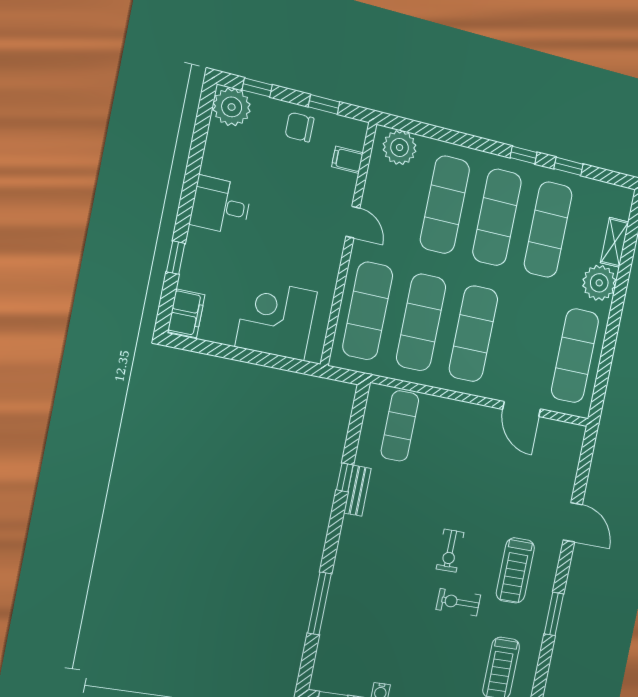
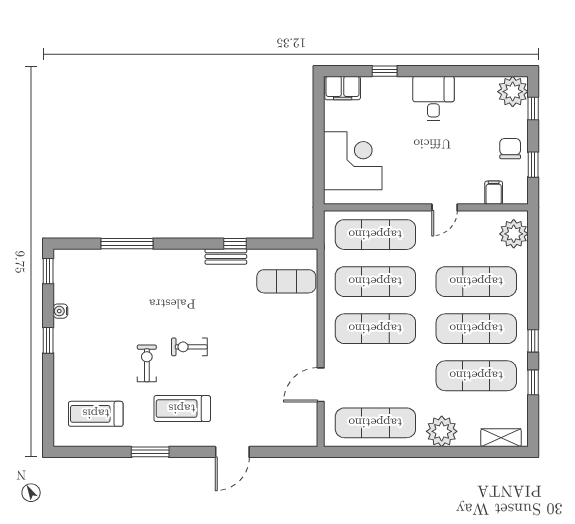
shelving: (615, 242) -> (501, 438), moved

